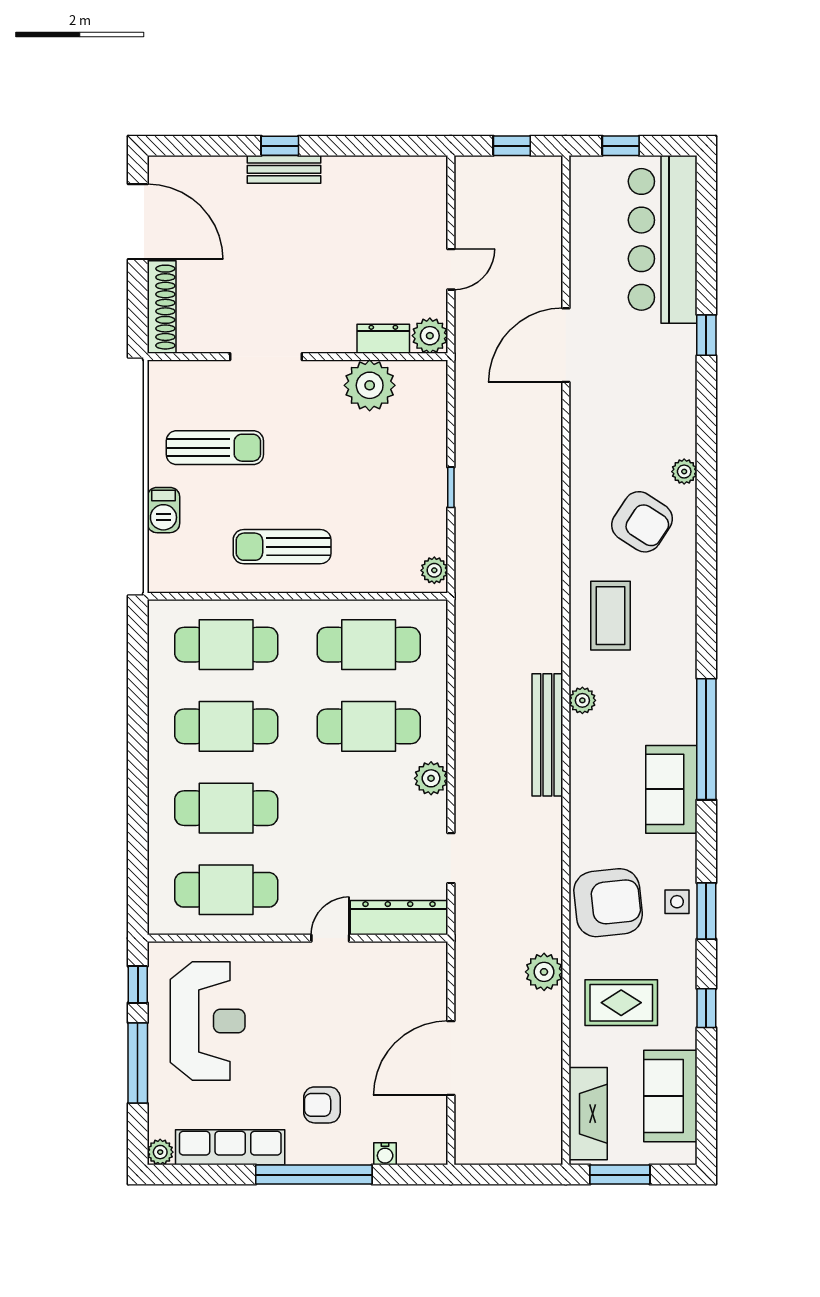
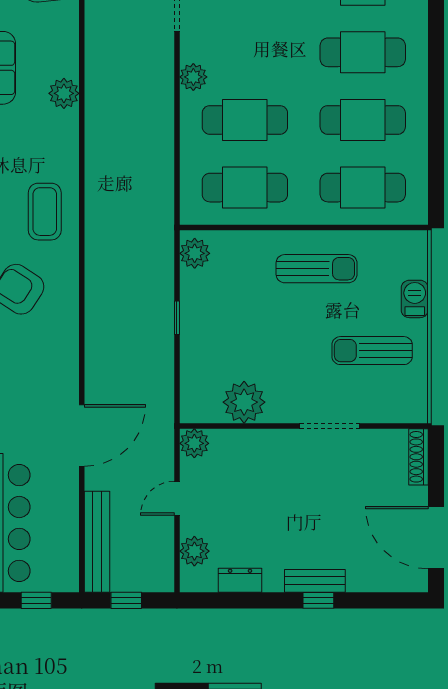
plant: (430, 205) -> (194, 551), added
shoe rack: (162, 307) -> (418, 457), width x0.74, depth x0.81
dresser: (383, 339) -> (240, 580), moved, turned 180
plant: (434, 570) -> (195, 253), width x1.38, depth x1.38
plant: (582, 700) -> (64, 93), moved, width x1.38, depth x1.38
bench: (547, 735) -> (97, 542), moved

